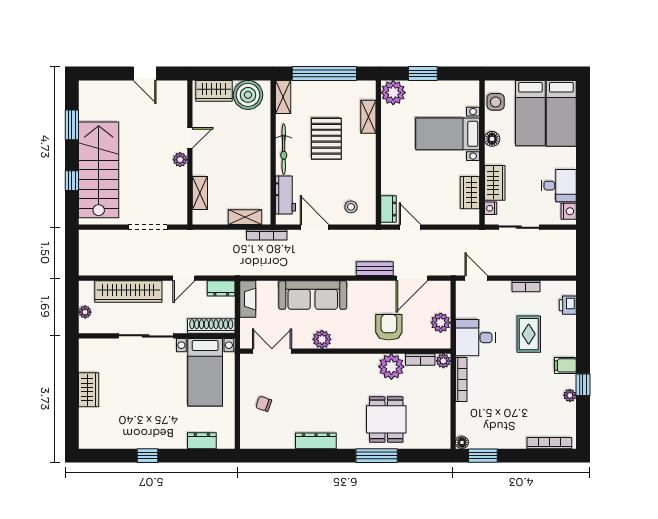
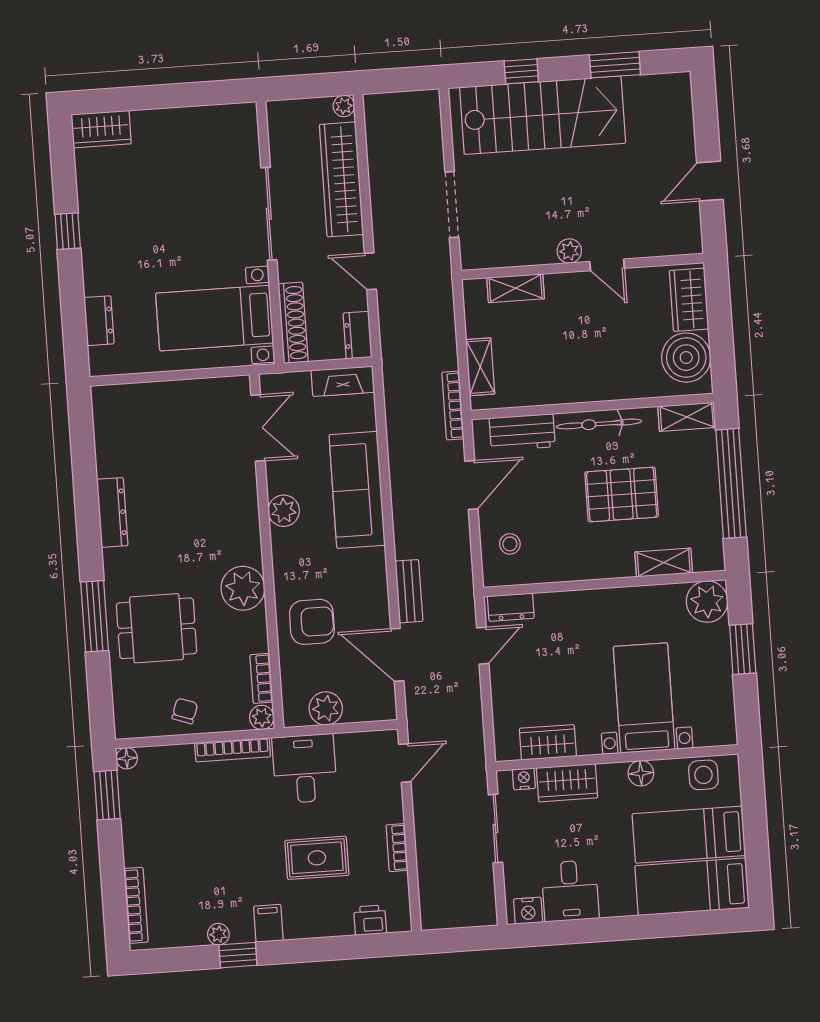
plant: (85, 312) -> (344, 106), moved
plant: (391, 367) -> (243, 588), moved
wardrobe: (89, 390) -> (101, 129), moved
chair: (264, 404) -> (185, 711), moved

